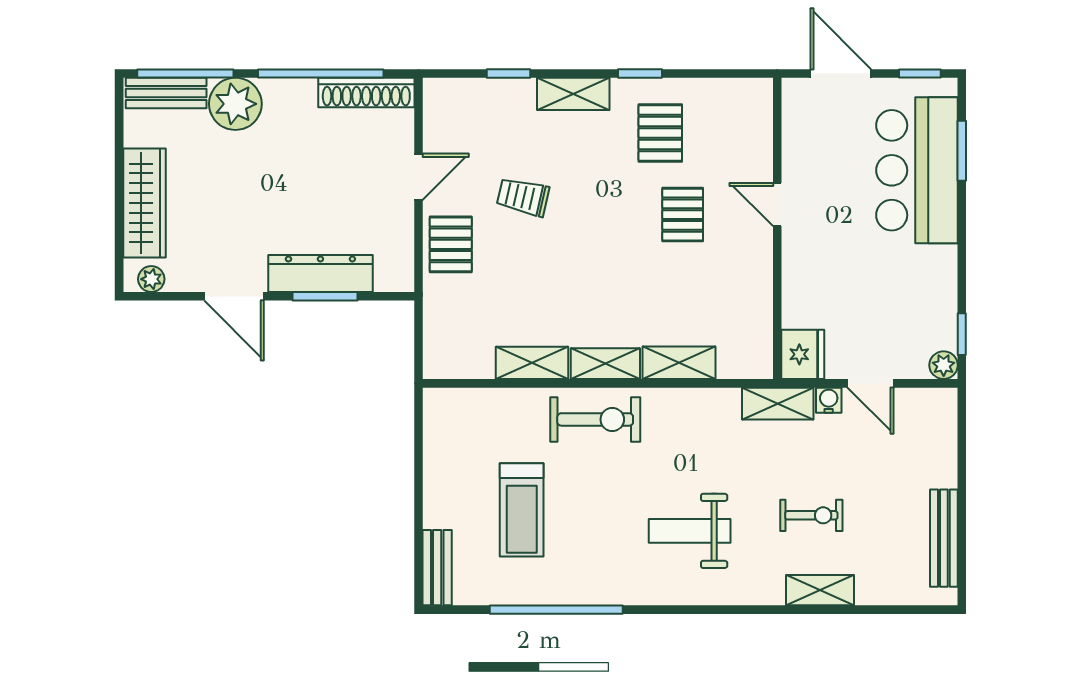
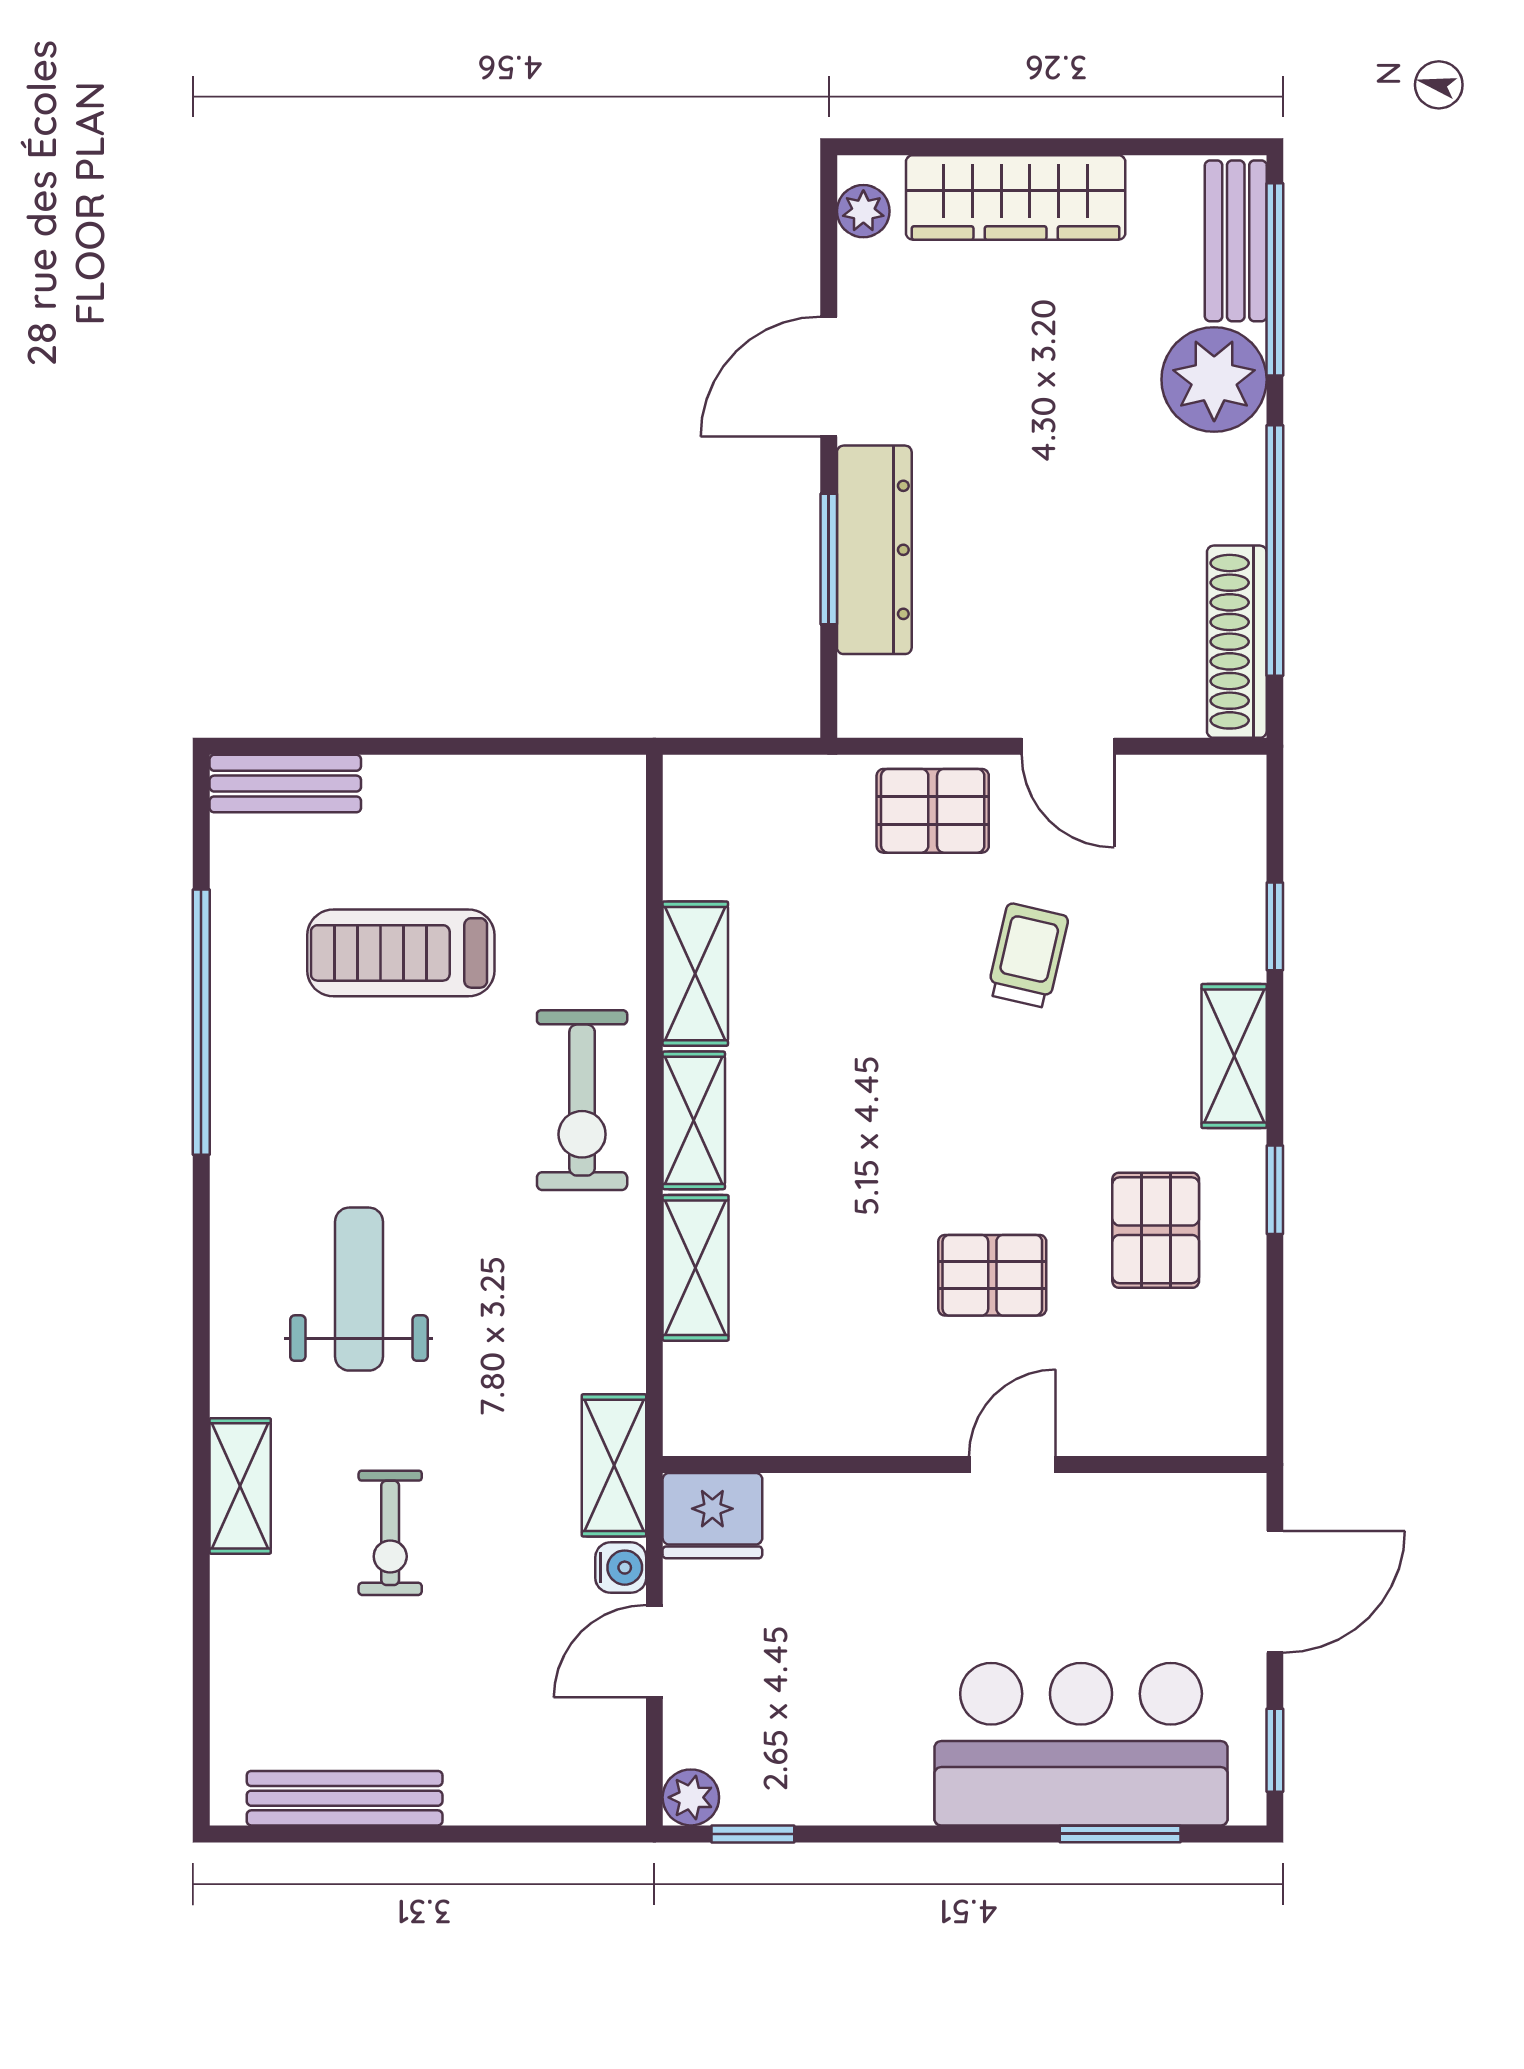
pallet: (660, 133) -> (1156, 1230), turned 90
shelving: (820, 590) -> (240, 1486), moved

